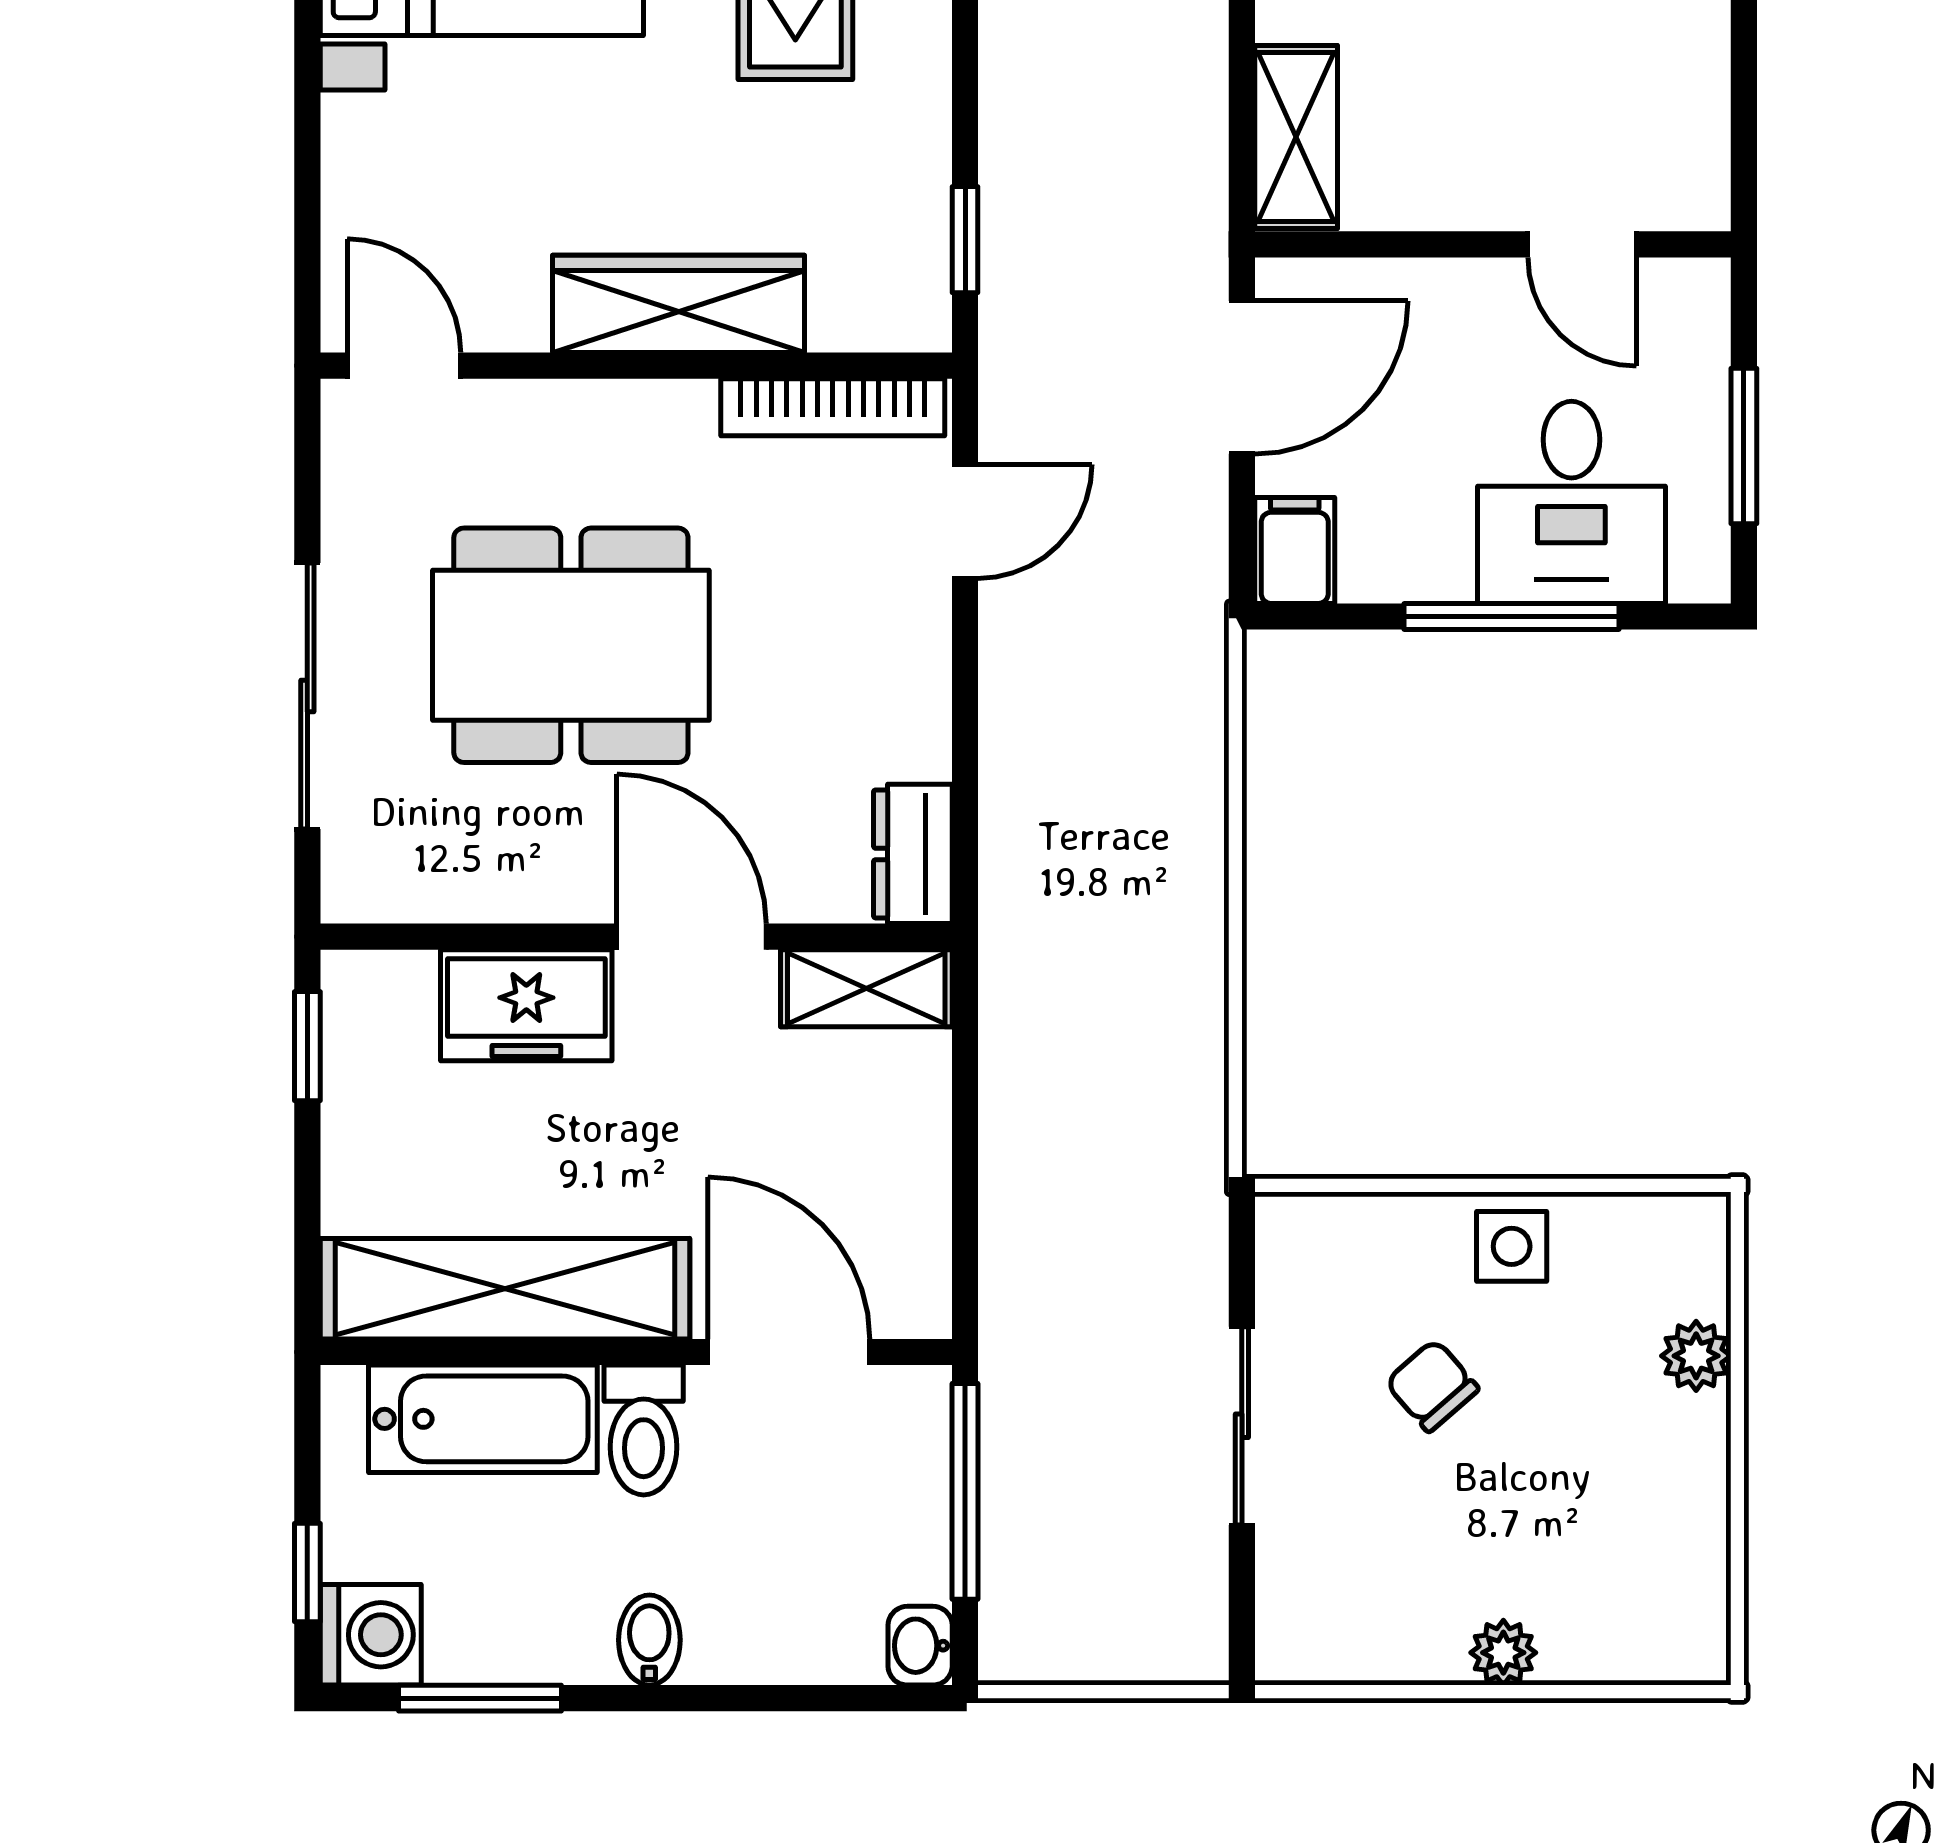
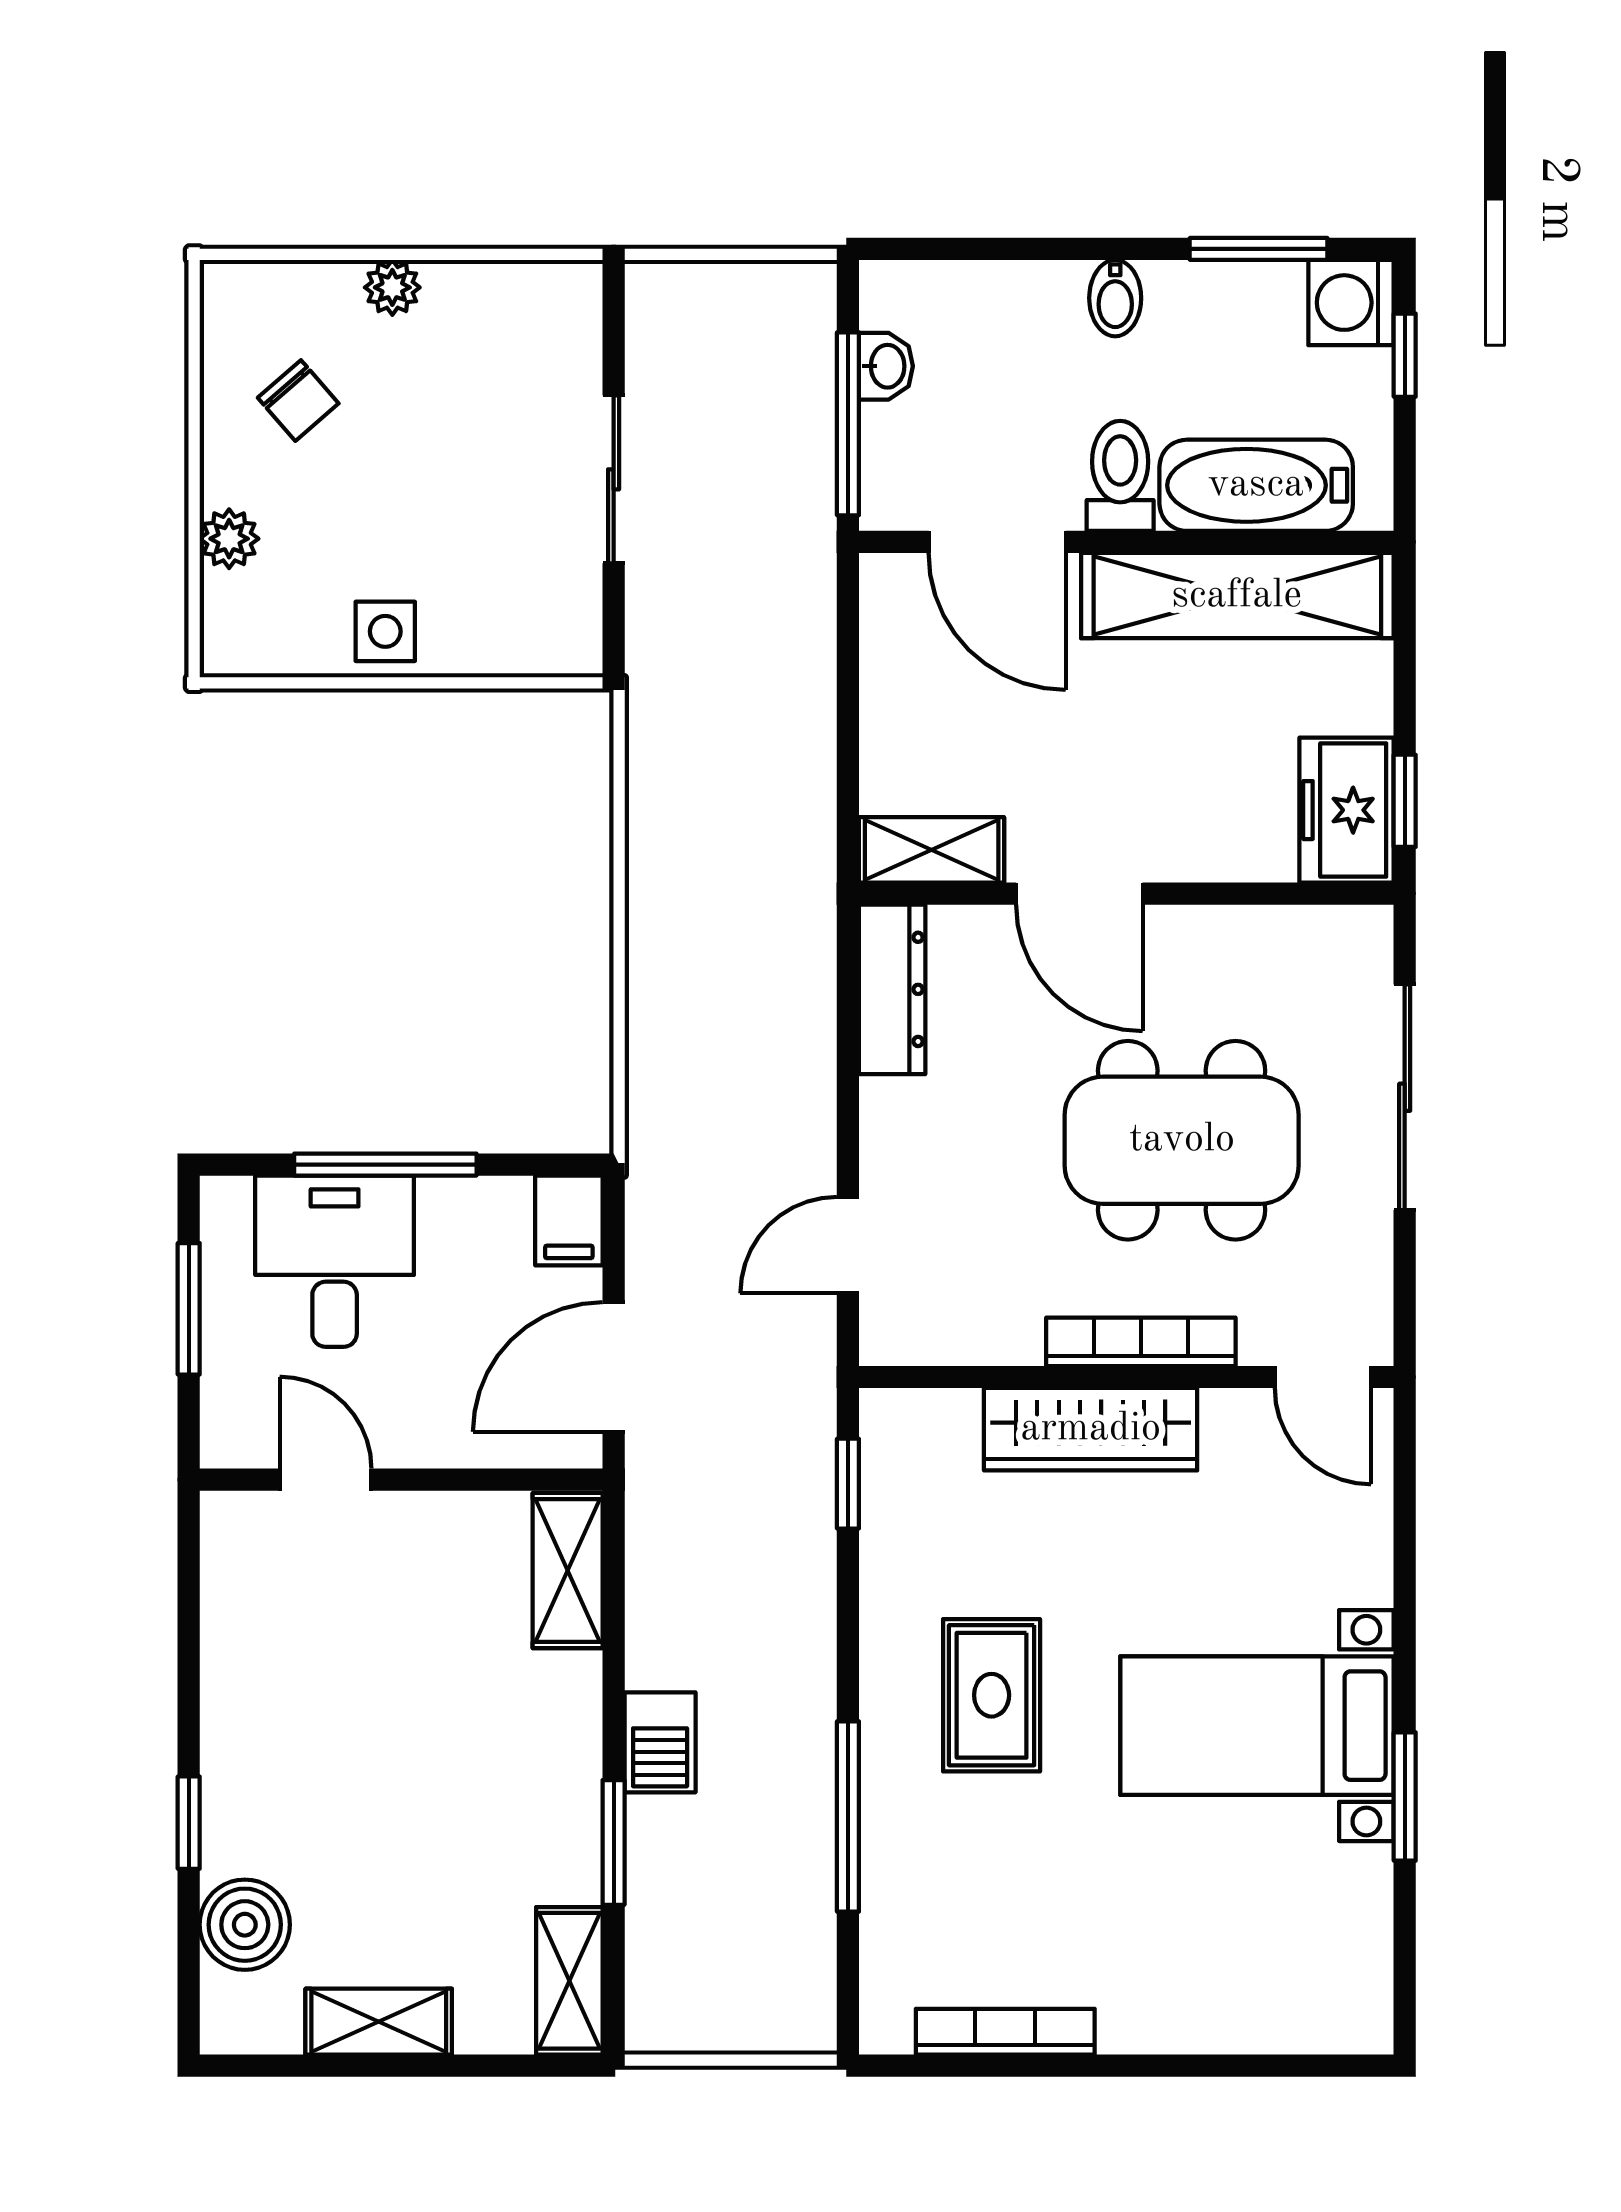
bookcase: (833, 407) -> (1141, 1342), moved
dresser: (913, 854) -> (892, 989), width x1.44
freezer: (526, 1005) -> (1347, 810), moved, turned -90
chair: (1432, 1386) -> (298, 401), moved
washbasin: (920, 1646) -> (886, 366), moved

